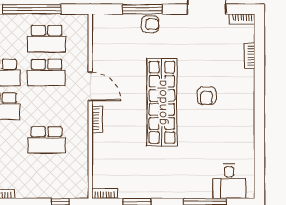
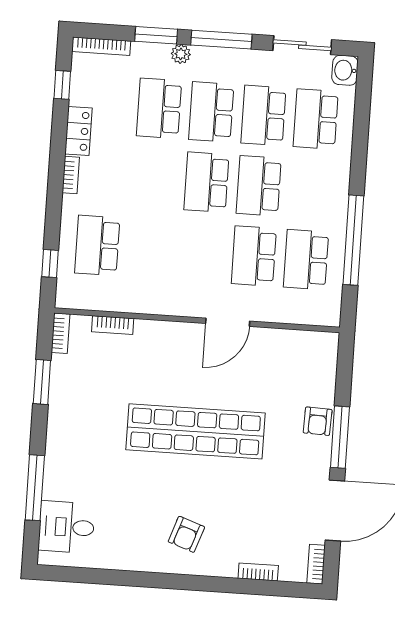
window: (142, 9) -> (340, 437), moved
armchair: (207, 96) -> (186, 534), moved, turned -71
bookcase: (97, 119) -> (113, 325), moved
school desk: (46, 140) -> (97, 245), moved

